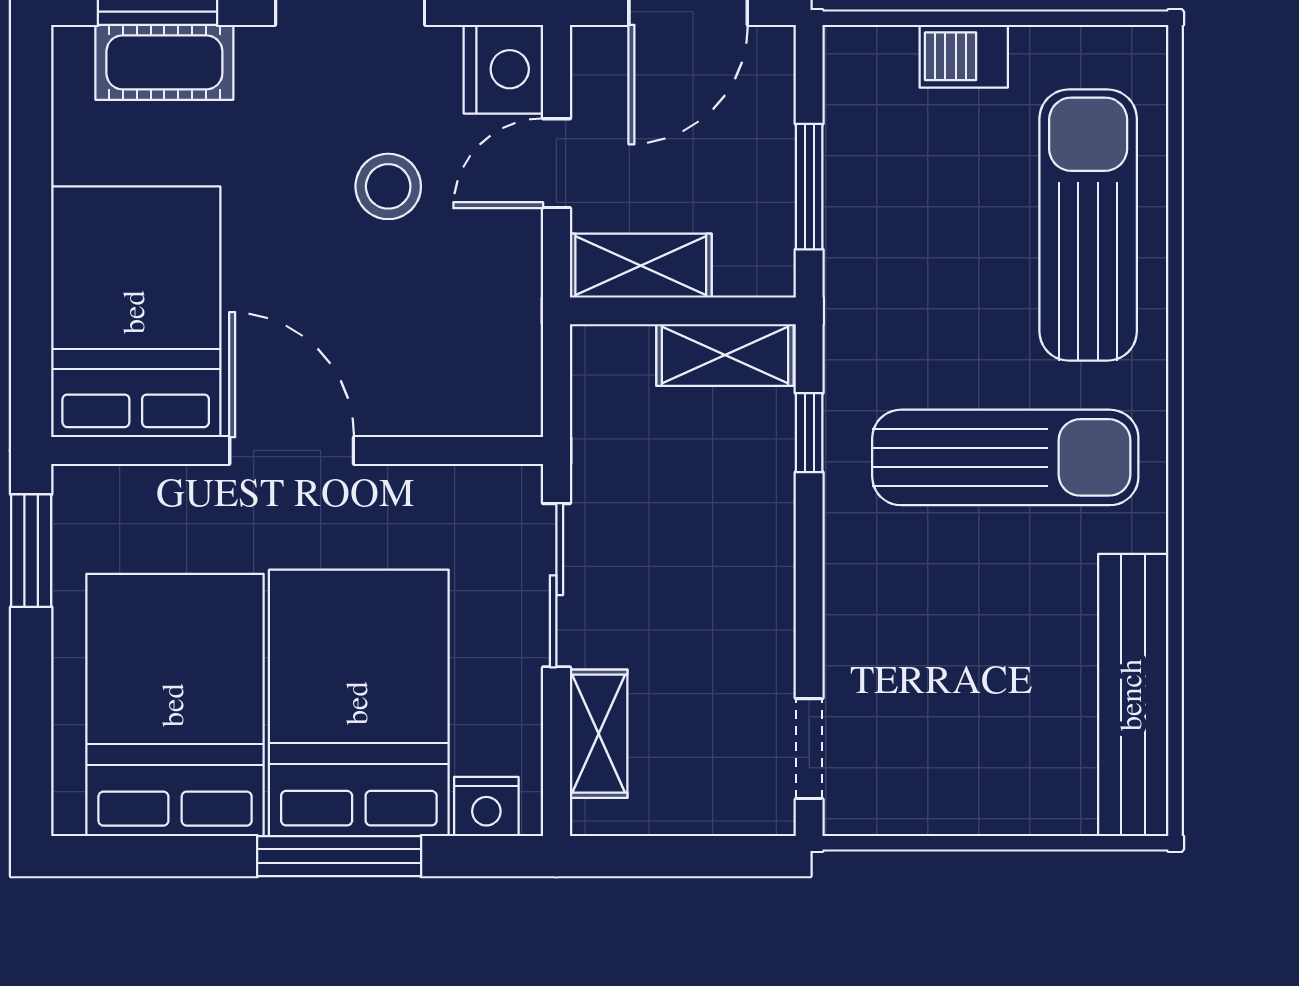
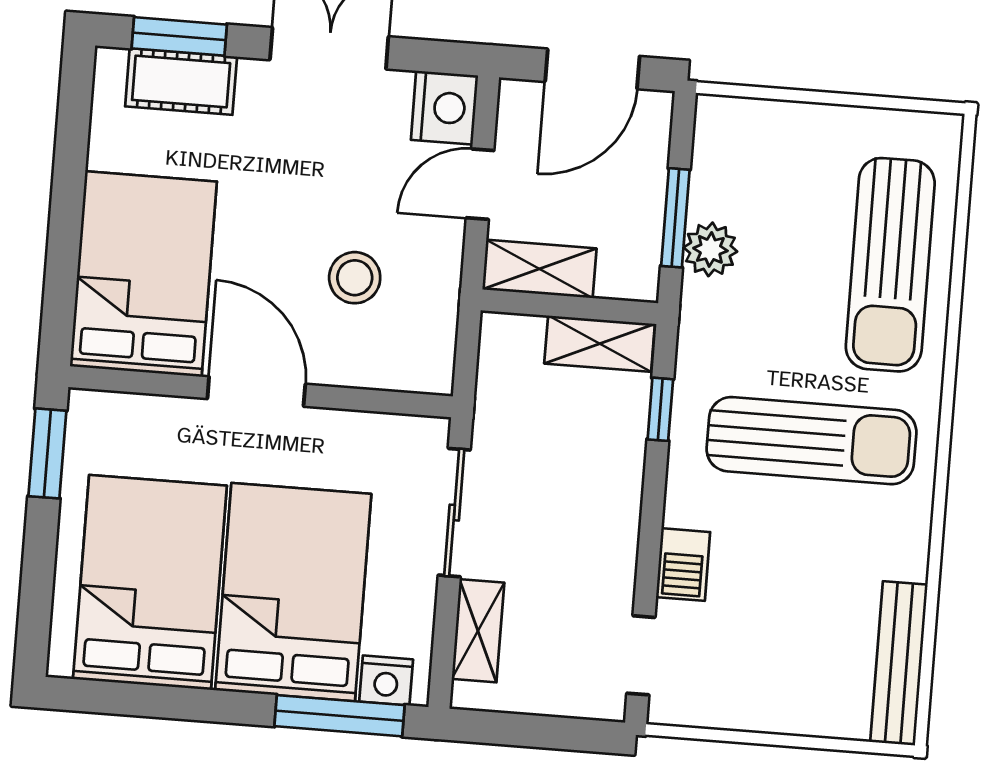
barbecue: (964, 56) -> (683, 565), moved, turned -90
stool: (388, 186) -> (355, 278), moved
plant: (857, 223) -> (710, 249), added
sun lounger: (1088, 225) -> (890, 265), turned 180
bench: (1133, 695) -> (899, 663), width x0.73, depth x0.82
window: (339, 856) -> (339, 716), moved

